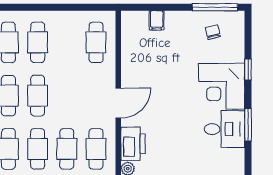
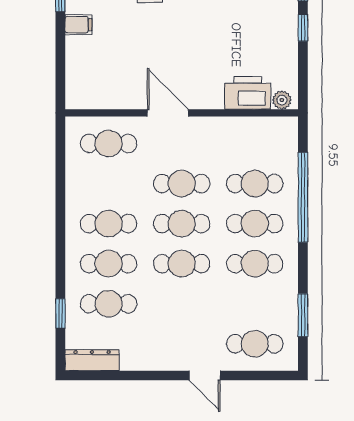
filing cabinet: (157, 20) -> (78, 25), moved
door: (118, 103) -> (168, 113), moved
cafe table: (96, 149) -> (182, 184), moved

